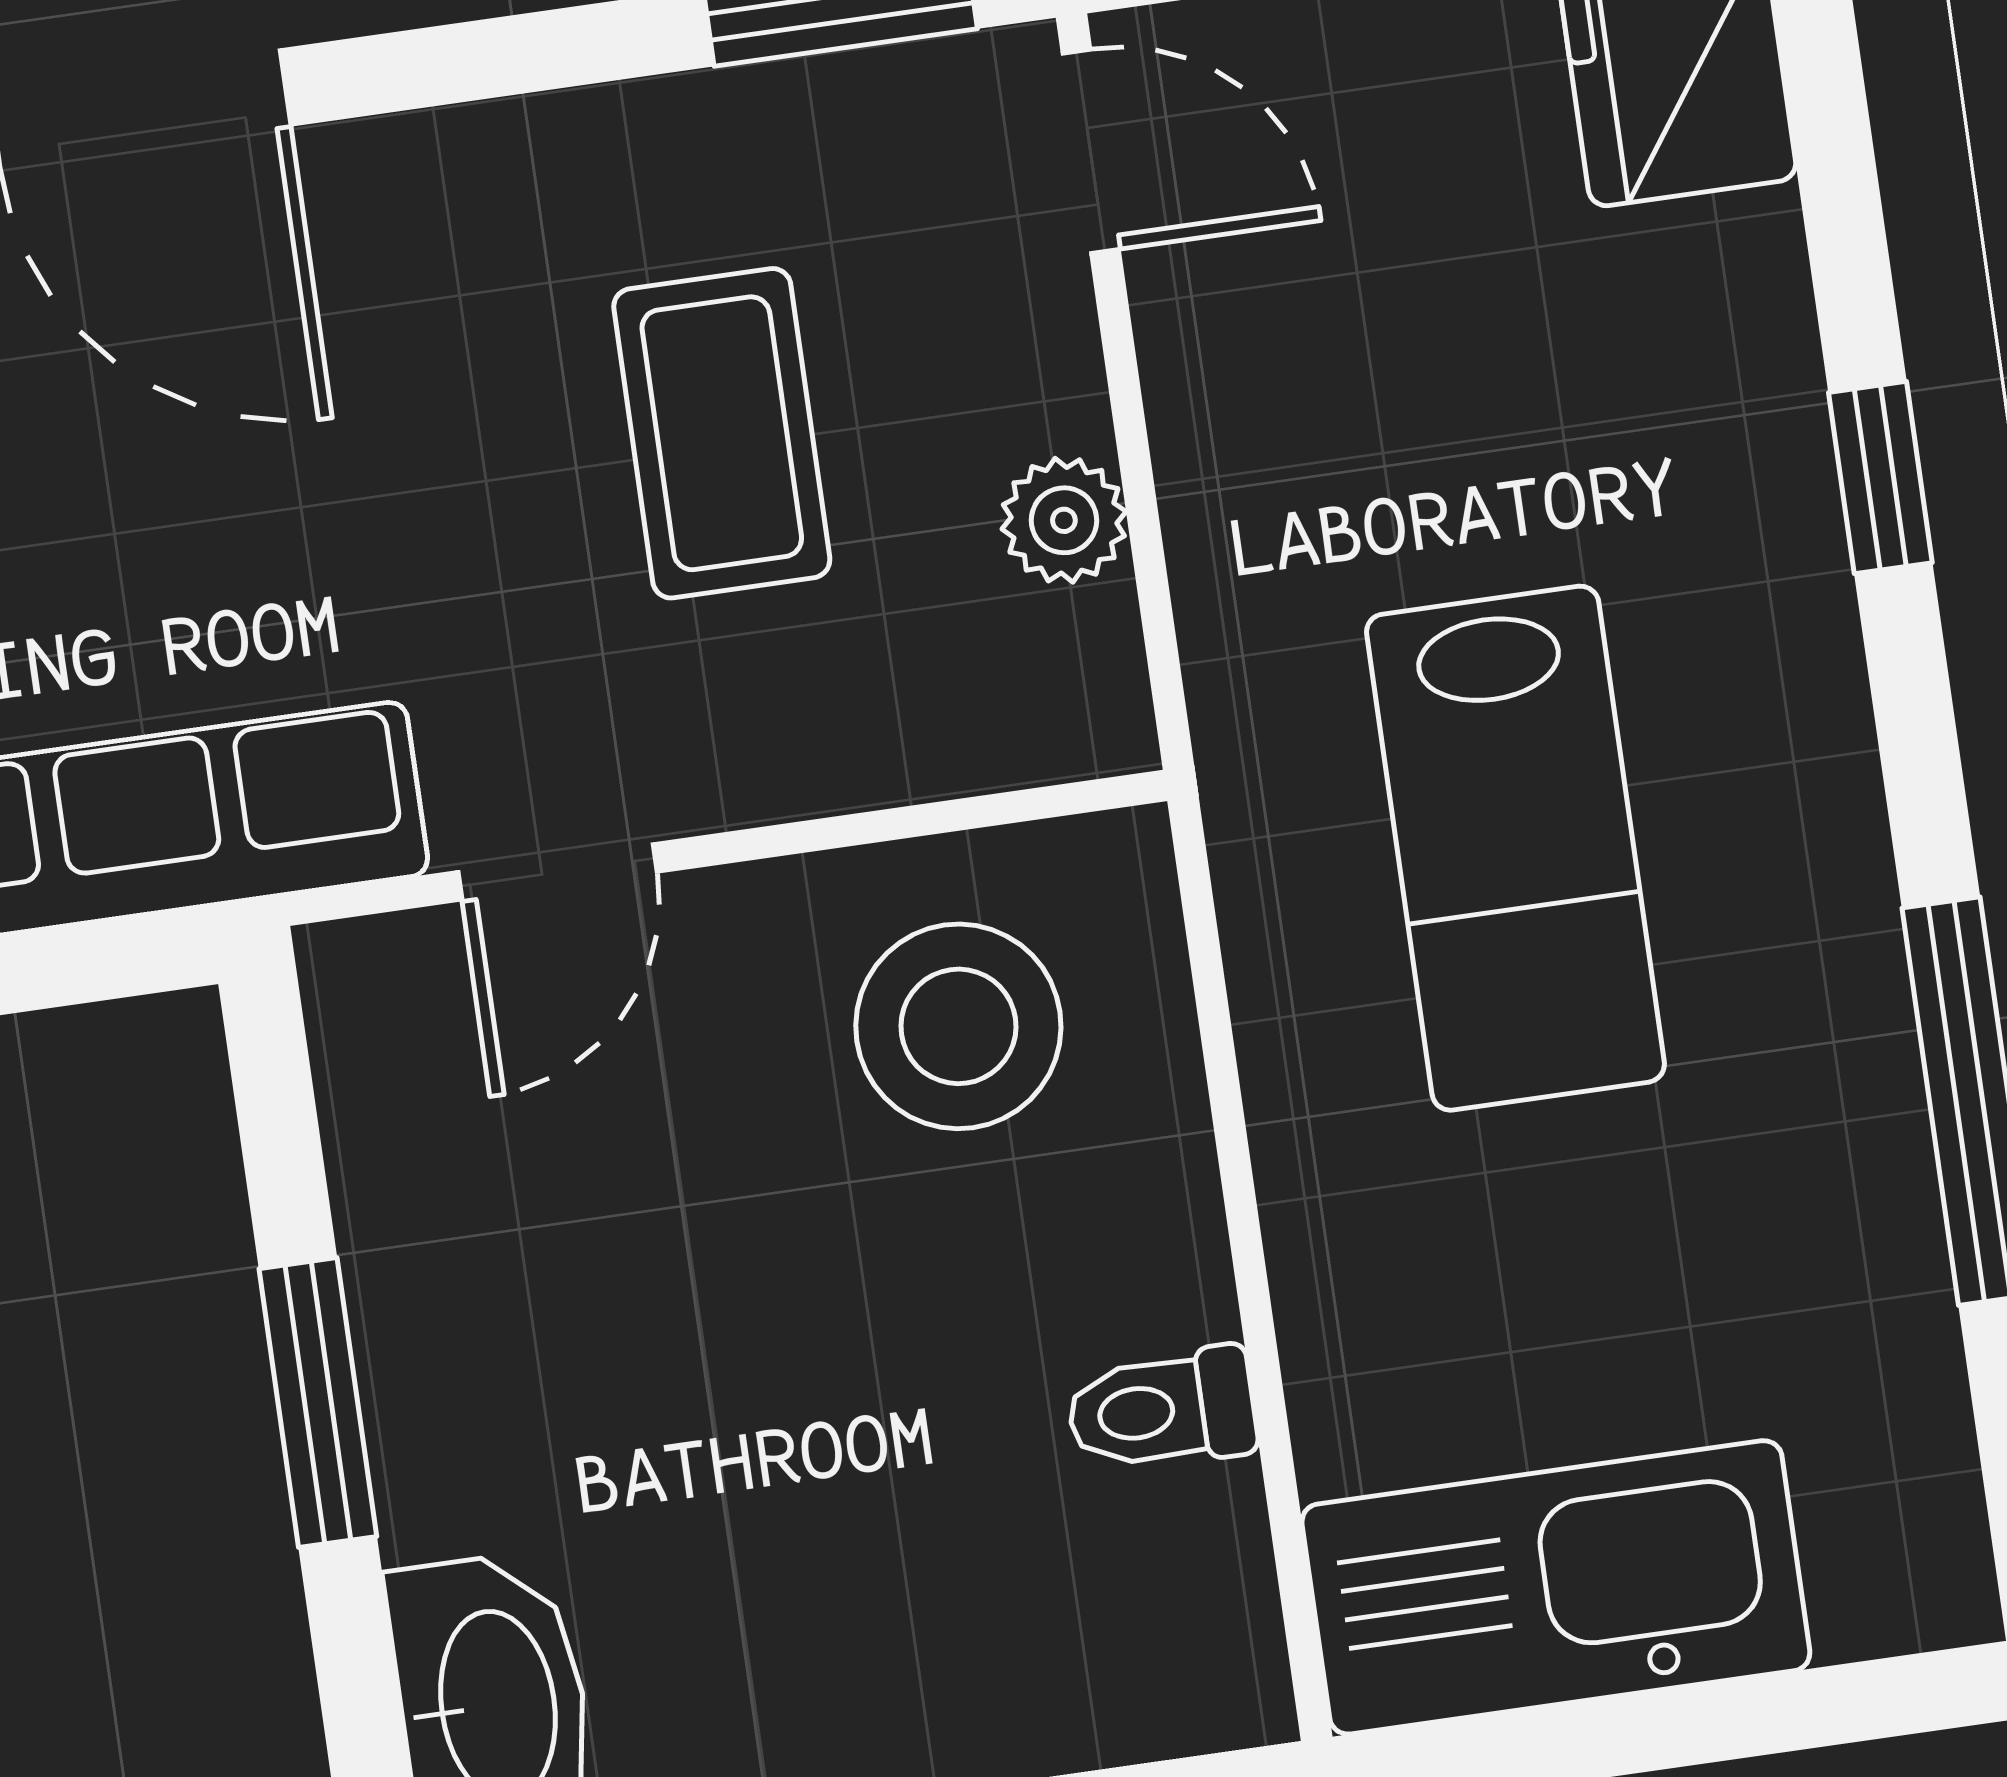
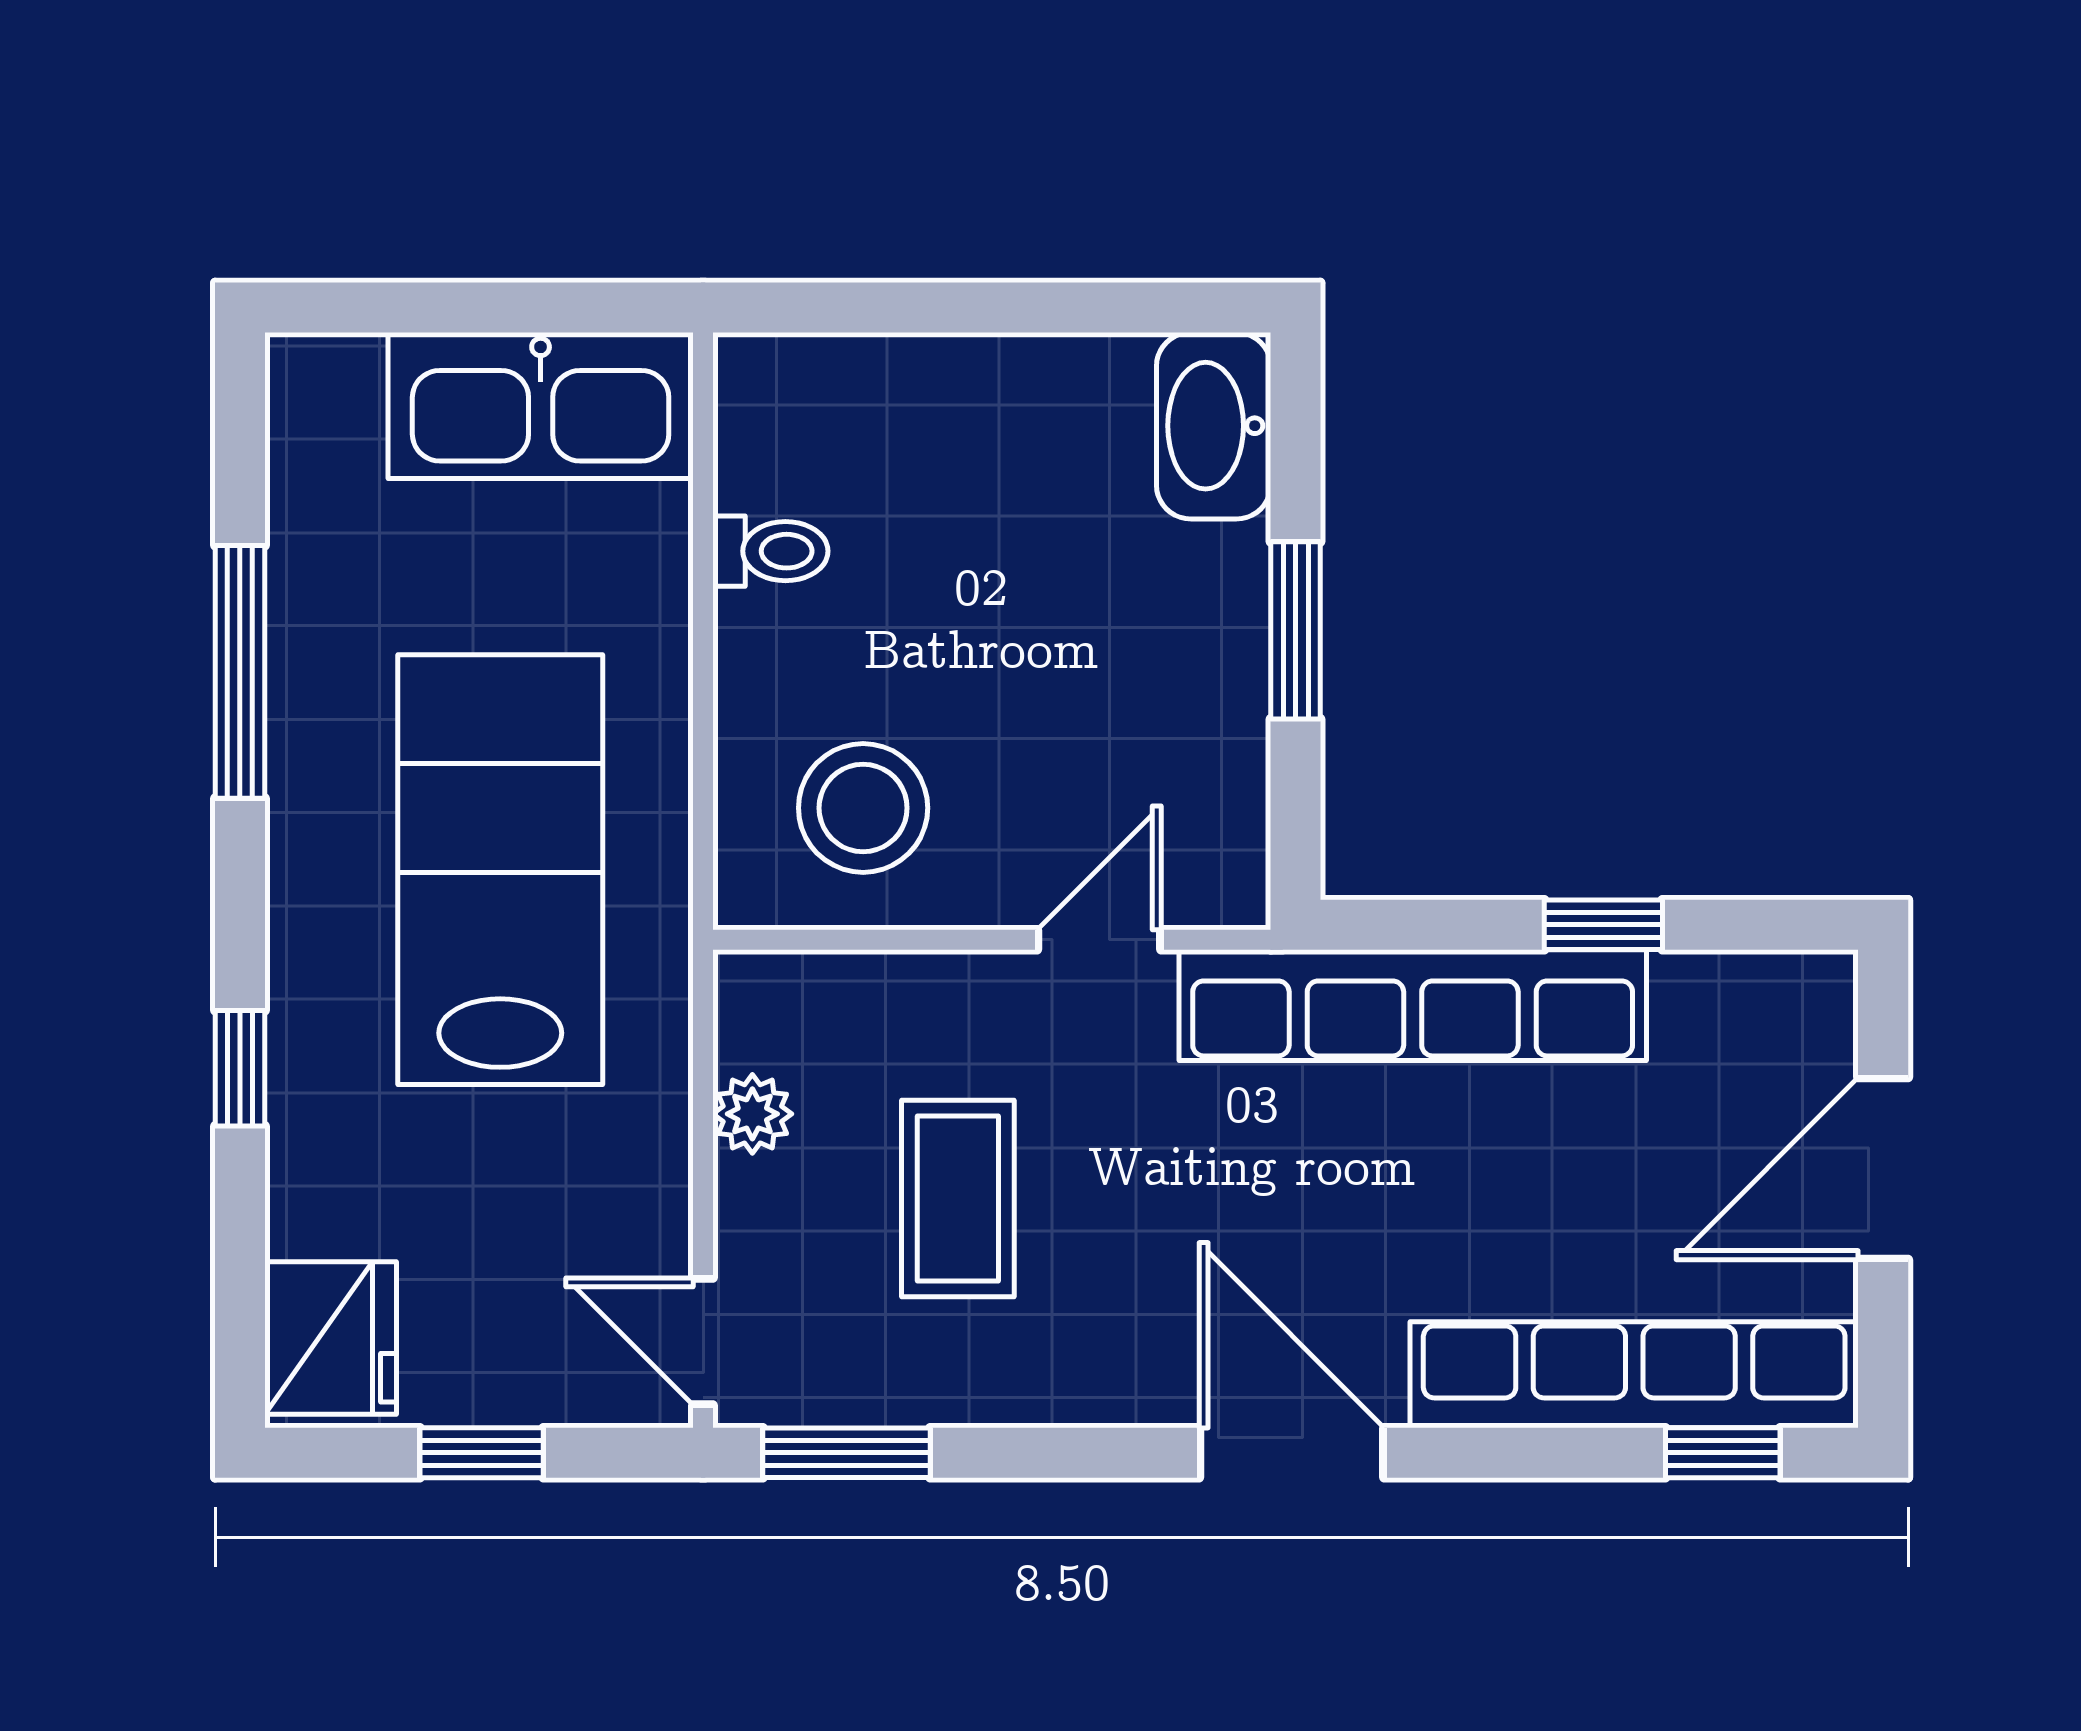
lab bench: (1515, 848) -> (500, 870), width x1.36, depth x1.39

